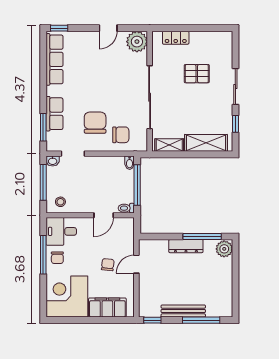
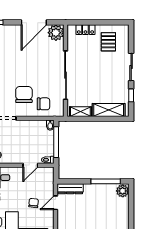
door: (108, 28) -> (34, 22), width x1.87
pallet: (197, 74) -> (108, 42), moved, turned 90
dresser: (186, 246) -> (70, 189), moved

